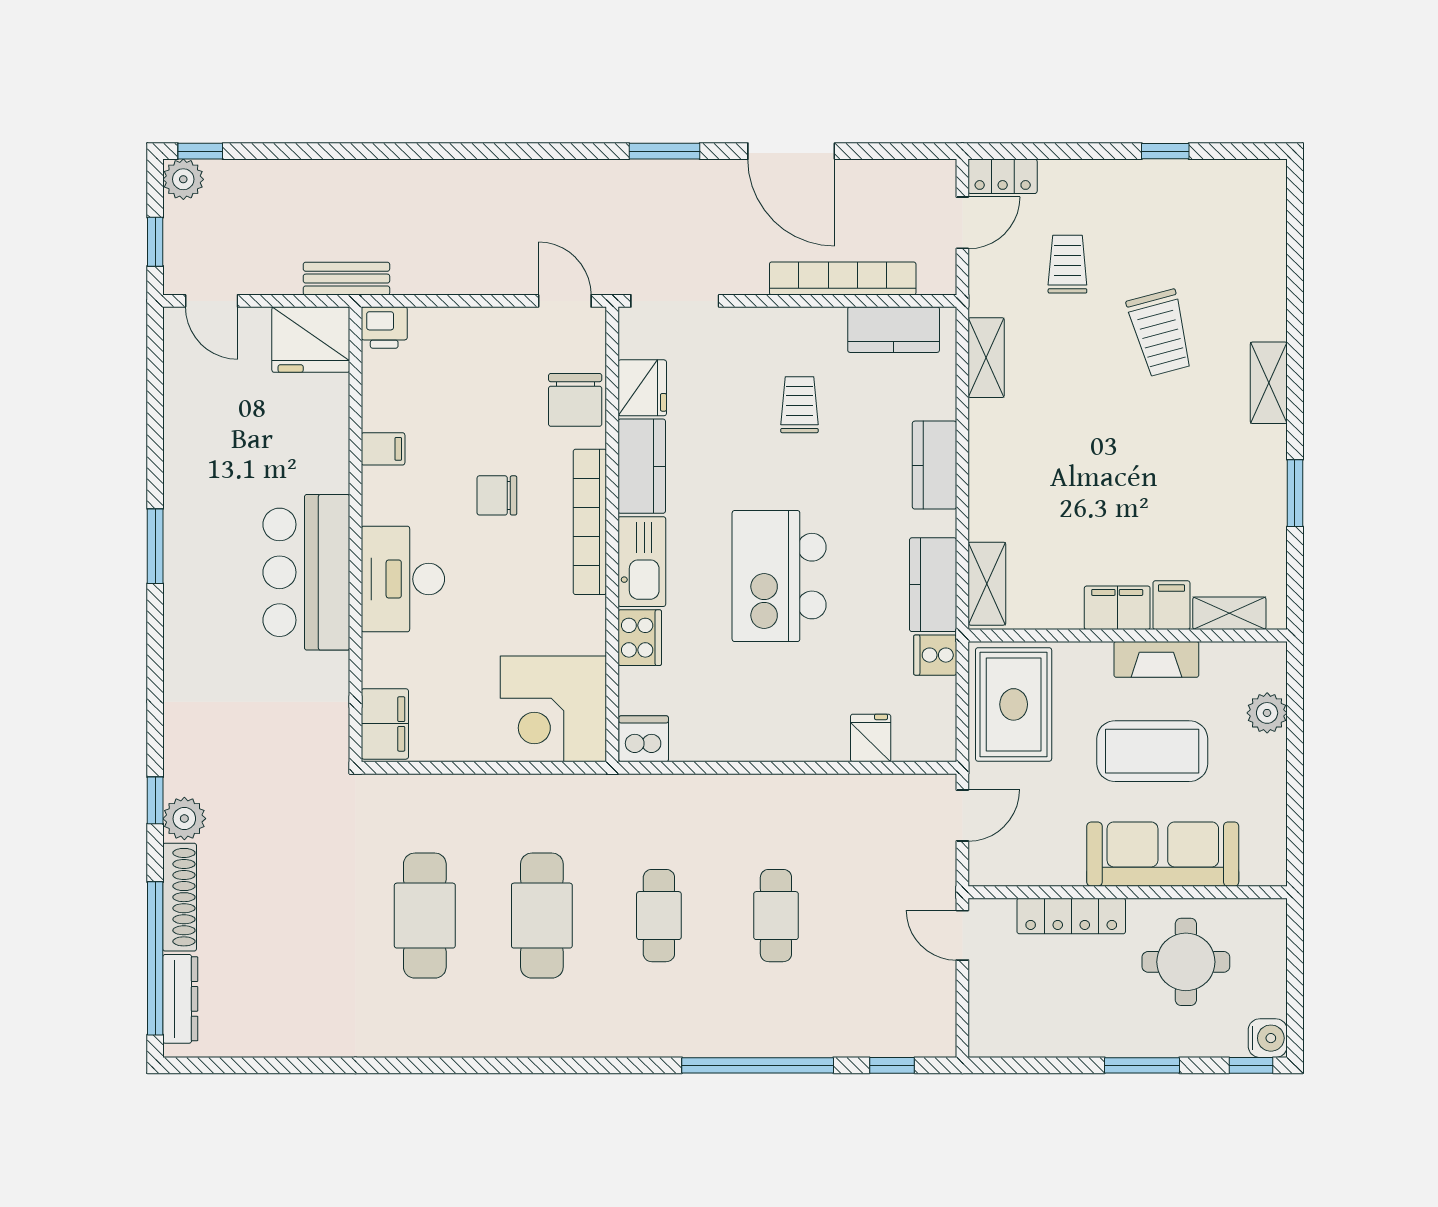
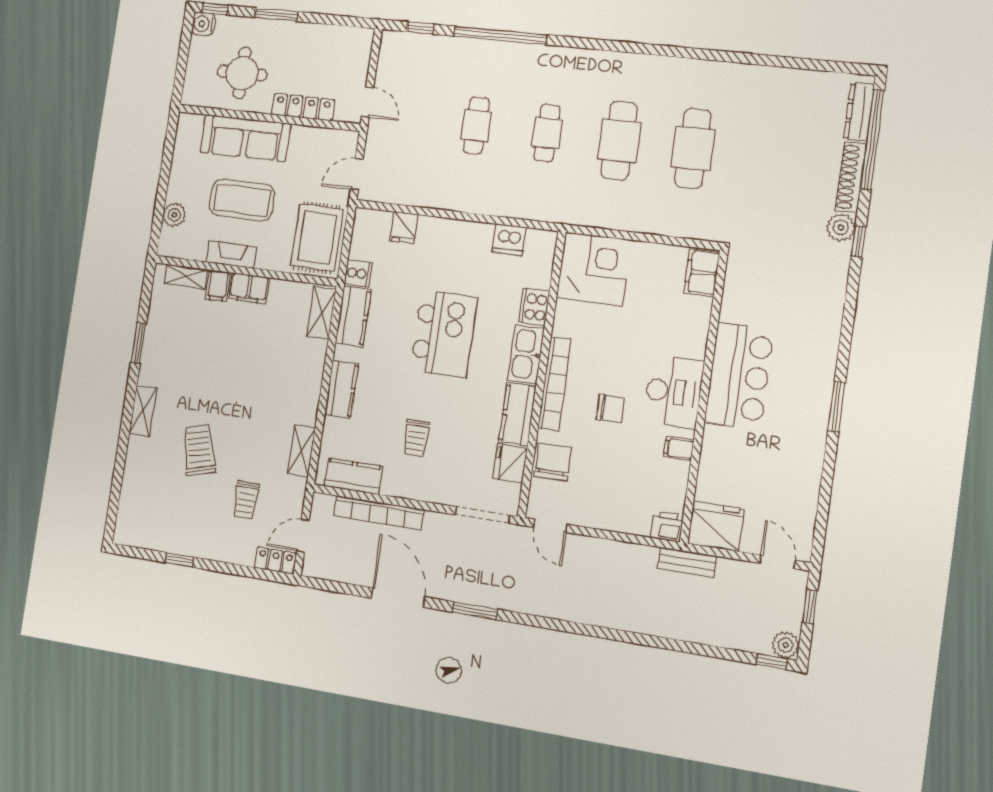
desk: (403, 579) -> (673, 392), moved
dishwasher: (644, 739) -> (509, 240), moved

